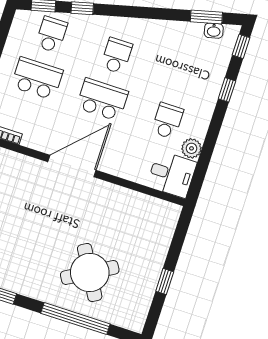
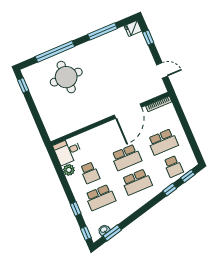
school desk: (117, 56) -> (137, 182), width x1.85
school desk: (182, 77) -> (100, 197), added
door: (72, 166) -> (128, 111), moved
round table: (90, 272) -> (66, 77), turned 30
window: (165, 282) -> (23, 85), moved

